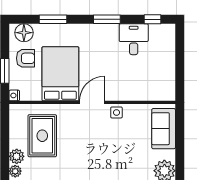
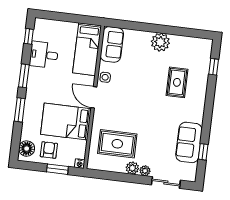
window: (53, 19) -> (20, 110), moved
bed: (146, 88) -> (87, 49), added
sofa: (164, 129) -> (112, 44), moved, turned -90

